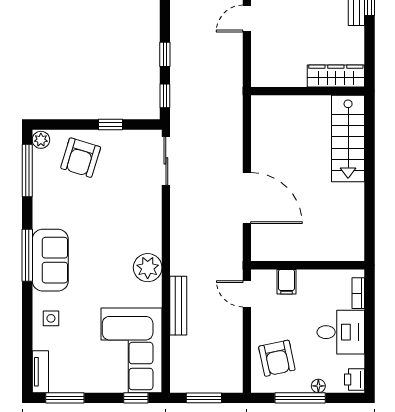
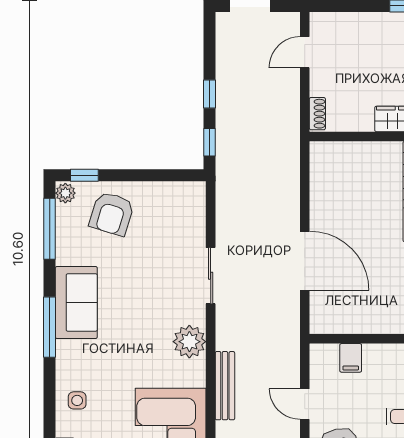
shoe rack: (258, 71) -> (317, 114), added
window: (110, 124) -> (84, 175), moved
sliding door: (166, 161) -> (211, 276), moved
sofa: (50, 260) -> (76, 303), moved
door: (247, 294) -> (305, 404), moved

